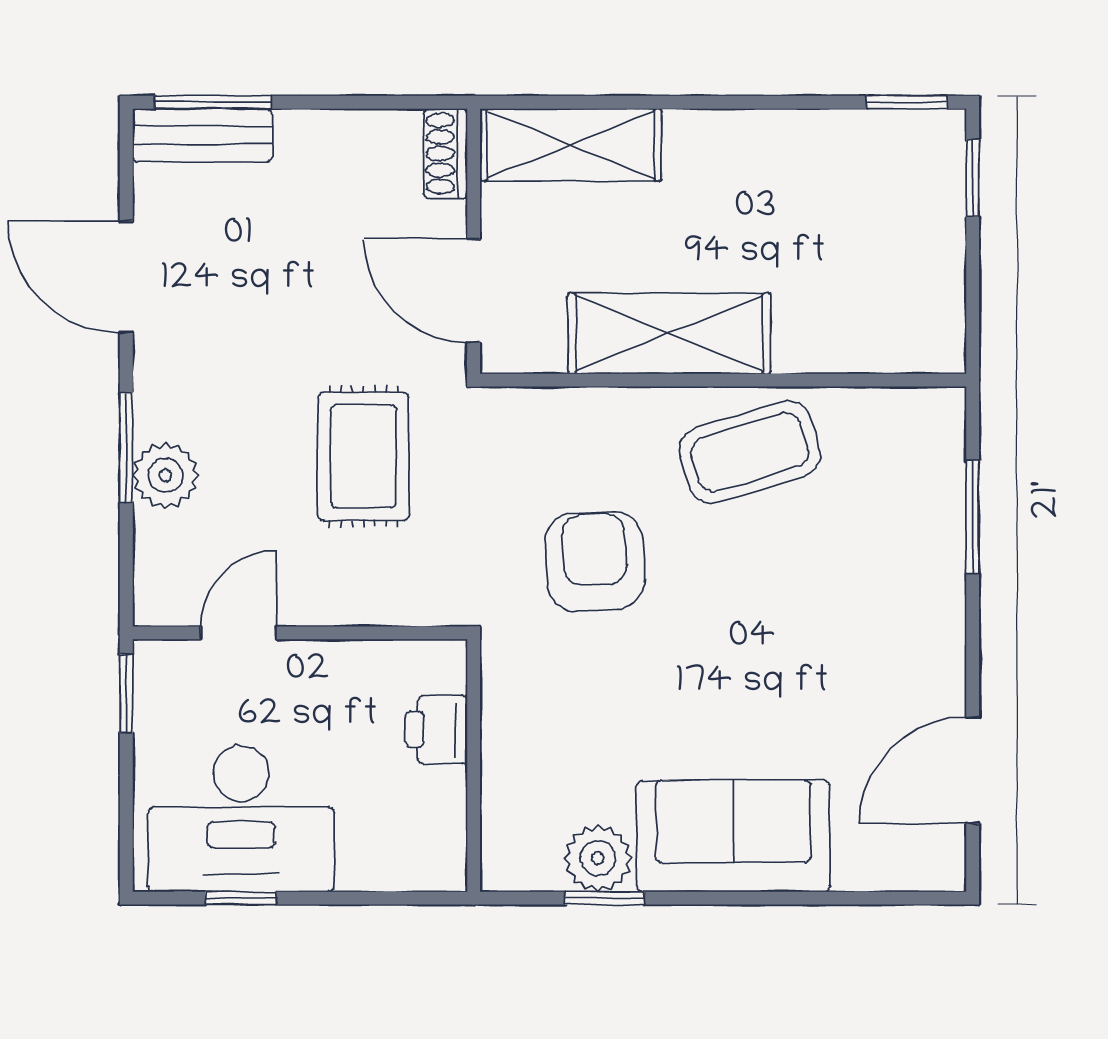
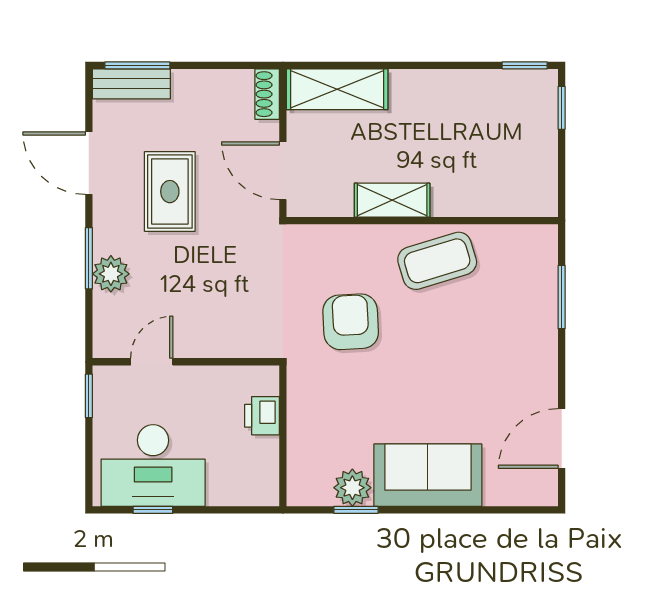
shelving: (669, 333) -> (392, 200), width x0.67, depth x0.75
rug: (363, 456) -> (170, 192), moved

